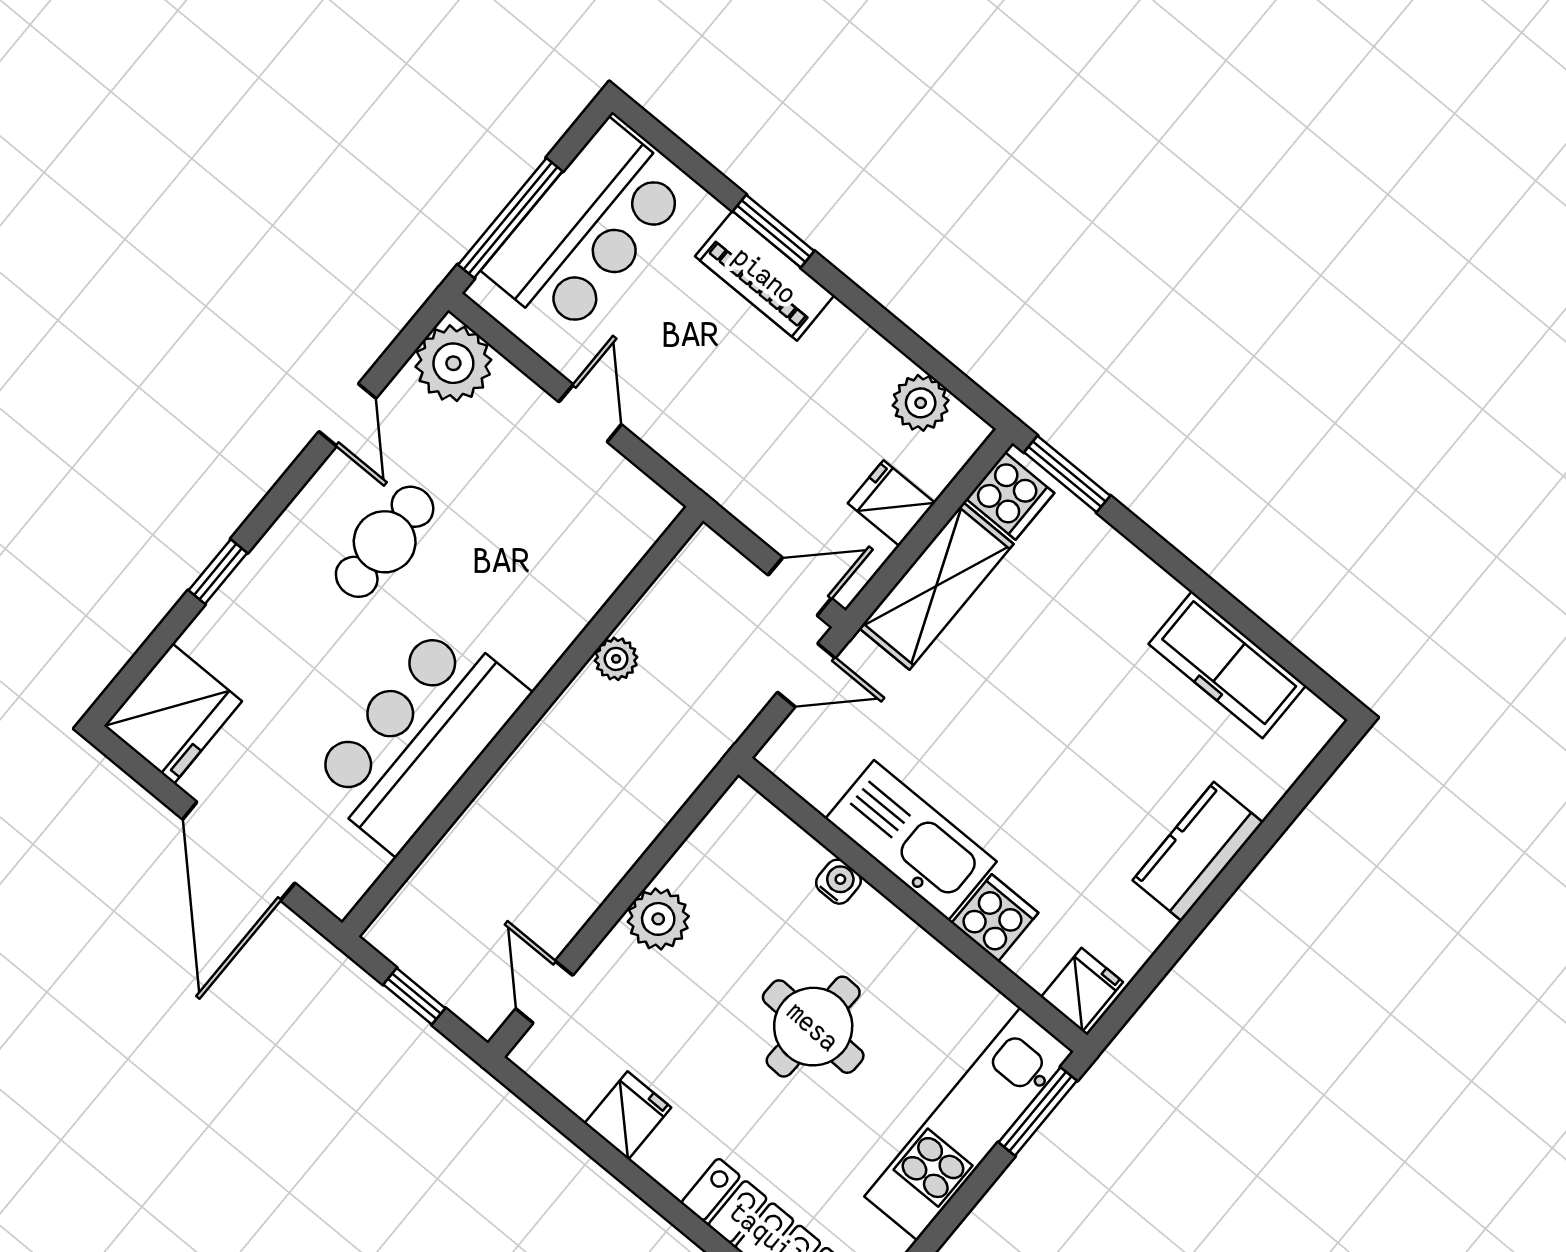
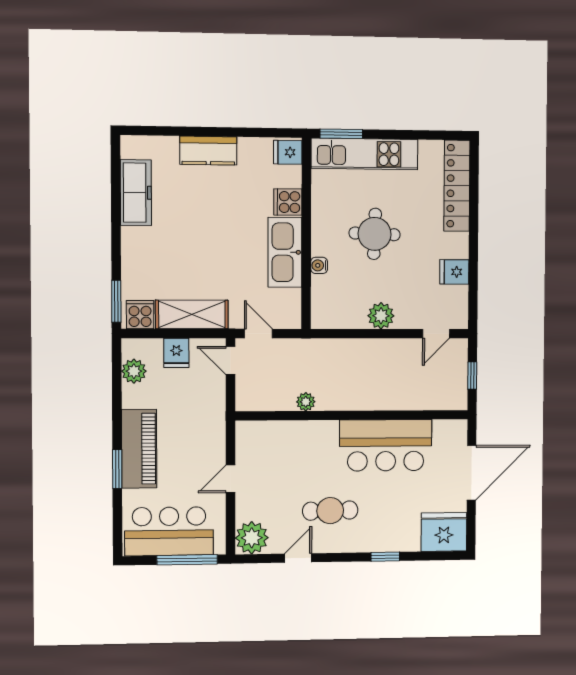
piano: (765, 276) -> (139, 449), width x1.37, depth x1.33

